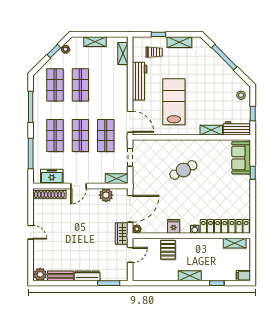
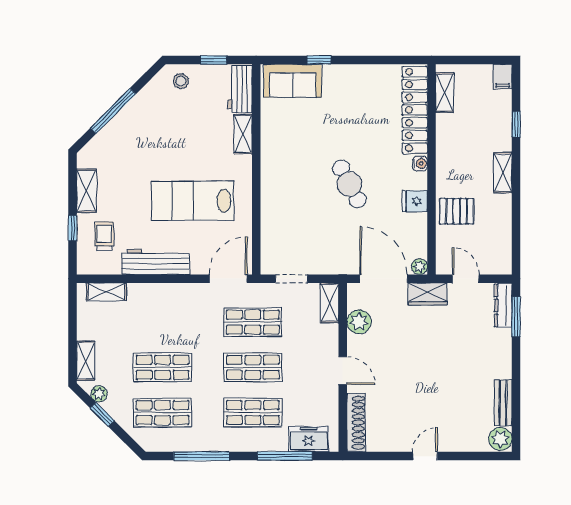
shelving: (95, 42) -> (86, 361), moved
cafe table: (183, 170) -> (349, 184), moved
freezer: (52, 176) -> (309, 439), moved, turned 90
dresser: (87, 276) -> (503, 305), moved

